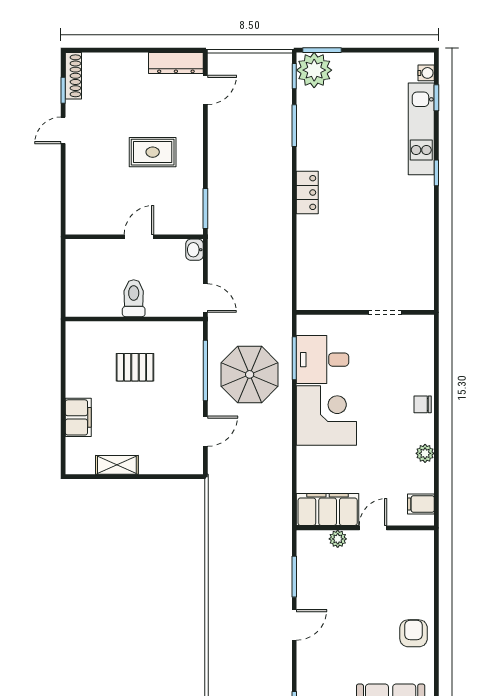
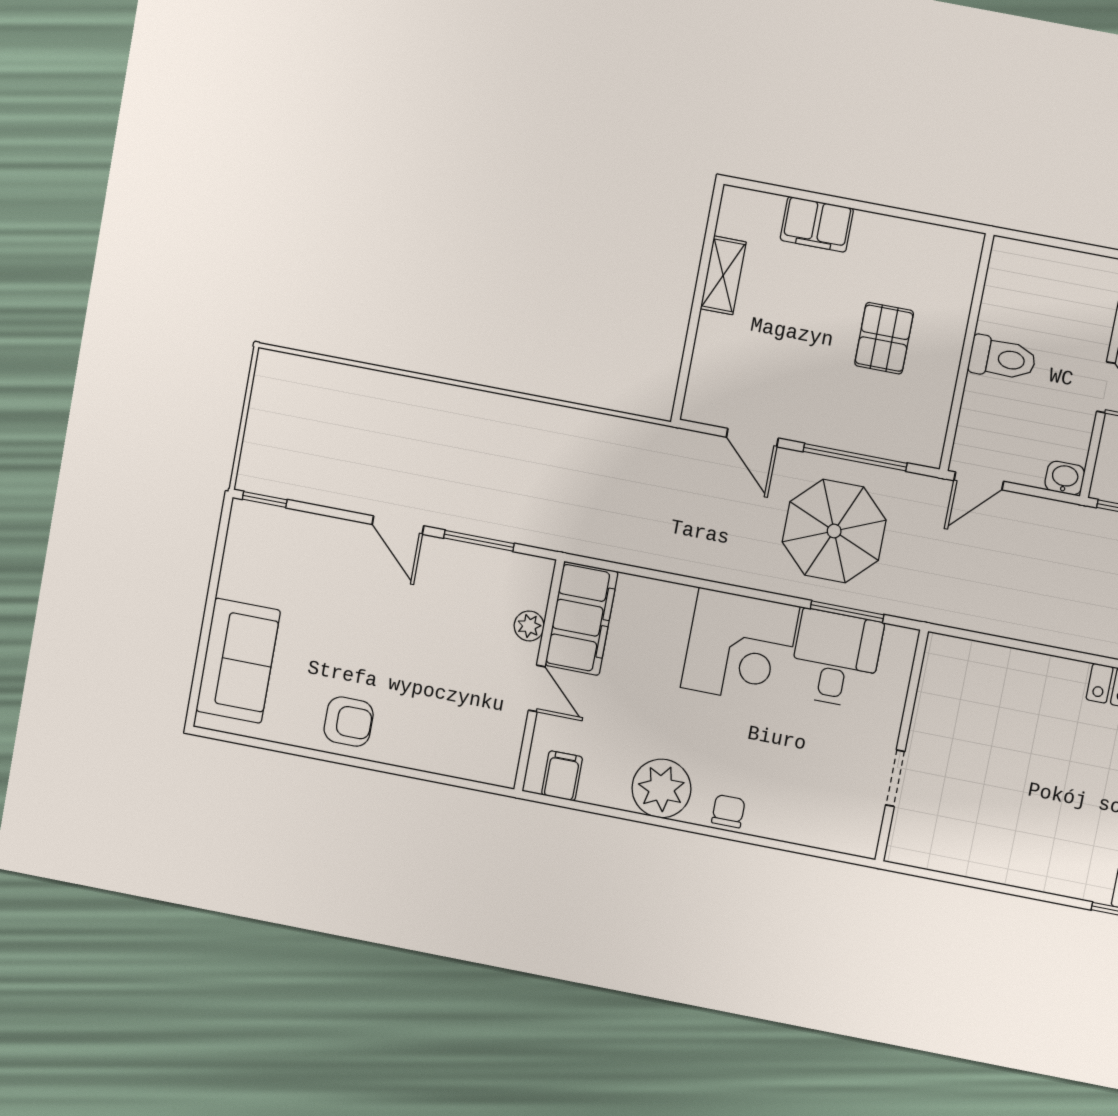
plant: (425, 453) -> (661, 788), width x1.87, depth x1.87

